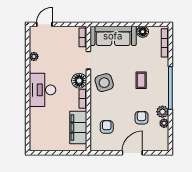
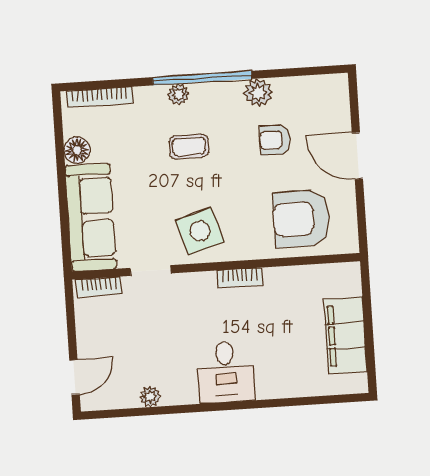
door: (44, 24) -> (75, 377), swing flipped
floor lamp: (79, 81) -> (199, 289), removed
desk: (43, 90) -> (226, 372), width x0.73
plant: (164, 123) -> (178, 94), moved
filing cabinet: (78, 127) -> (345, 335), moved, turned 90
armchair: (107, 127) -> (301, 219), width x1.88, depth x1.88

